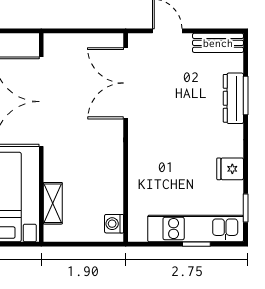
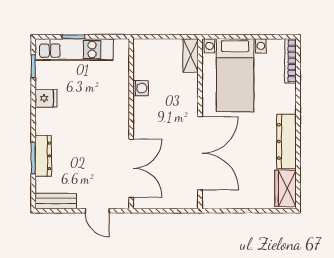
shelving: (53, 203) -> (191, 56), moved
washing machine: (114, 224) -> (141, 88), moved

